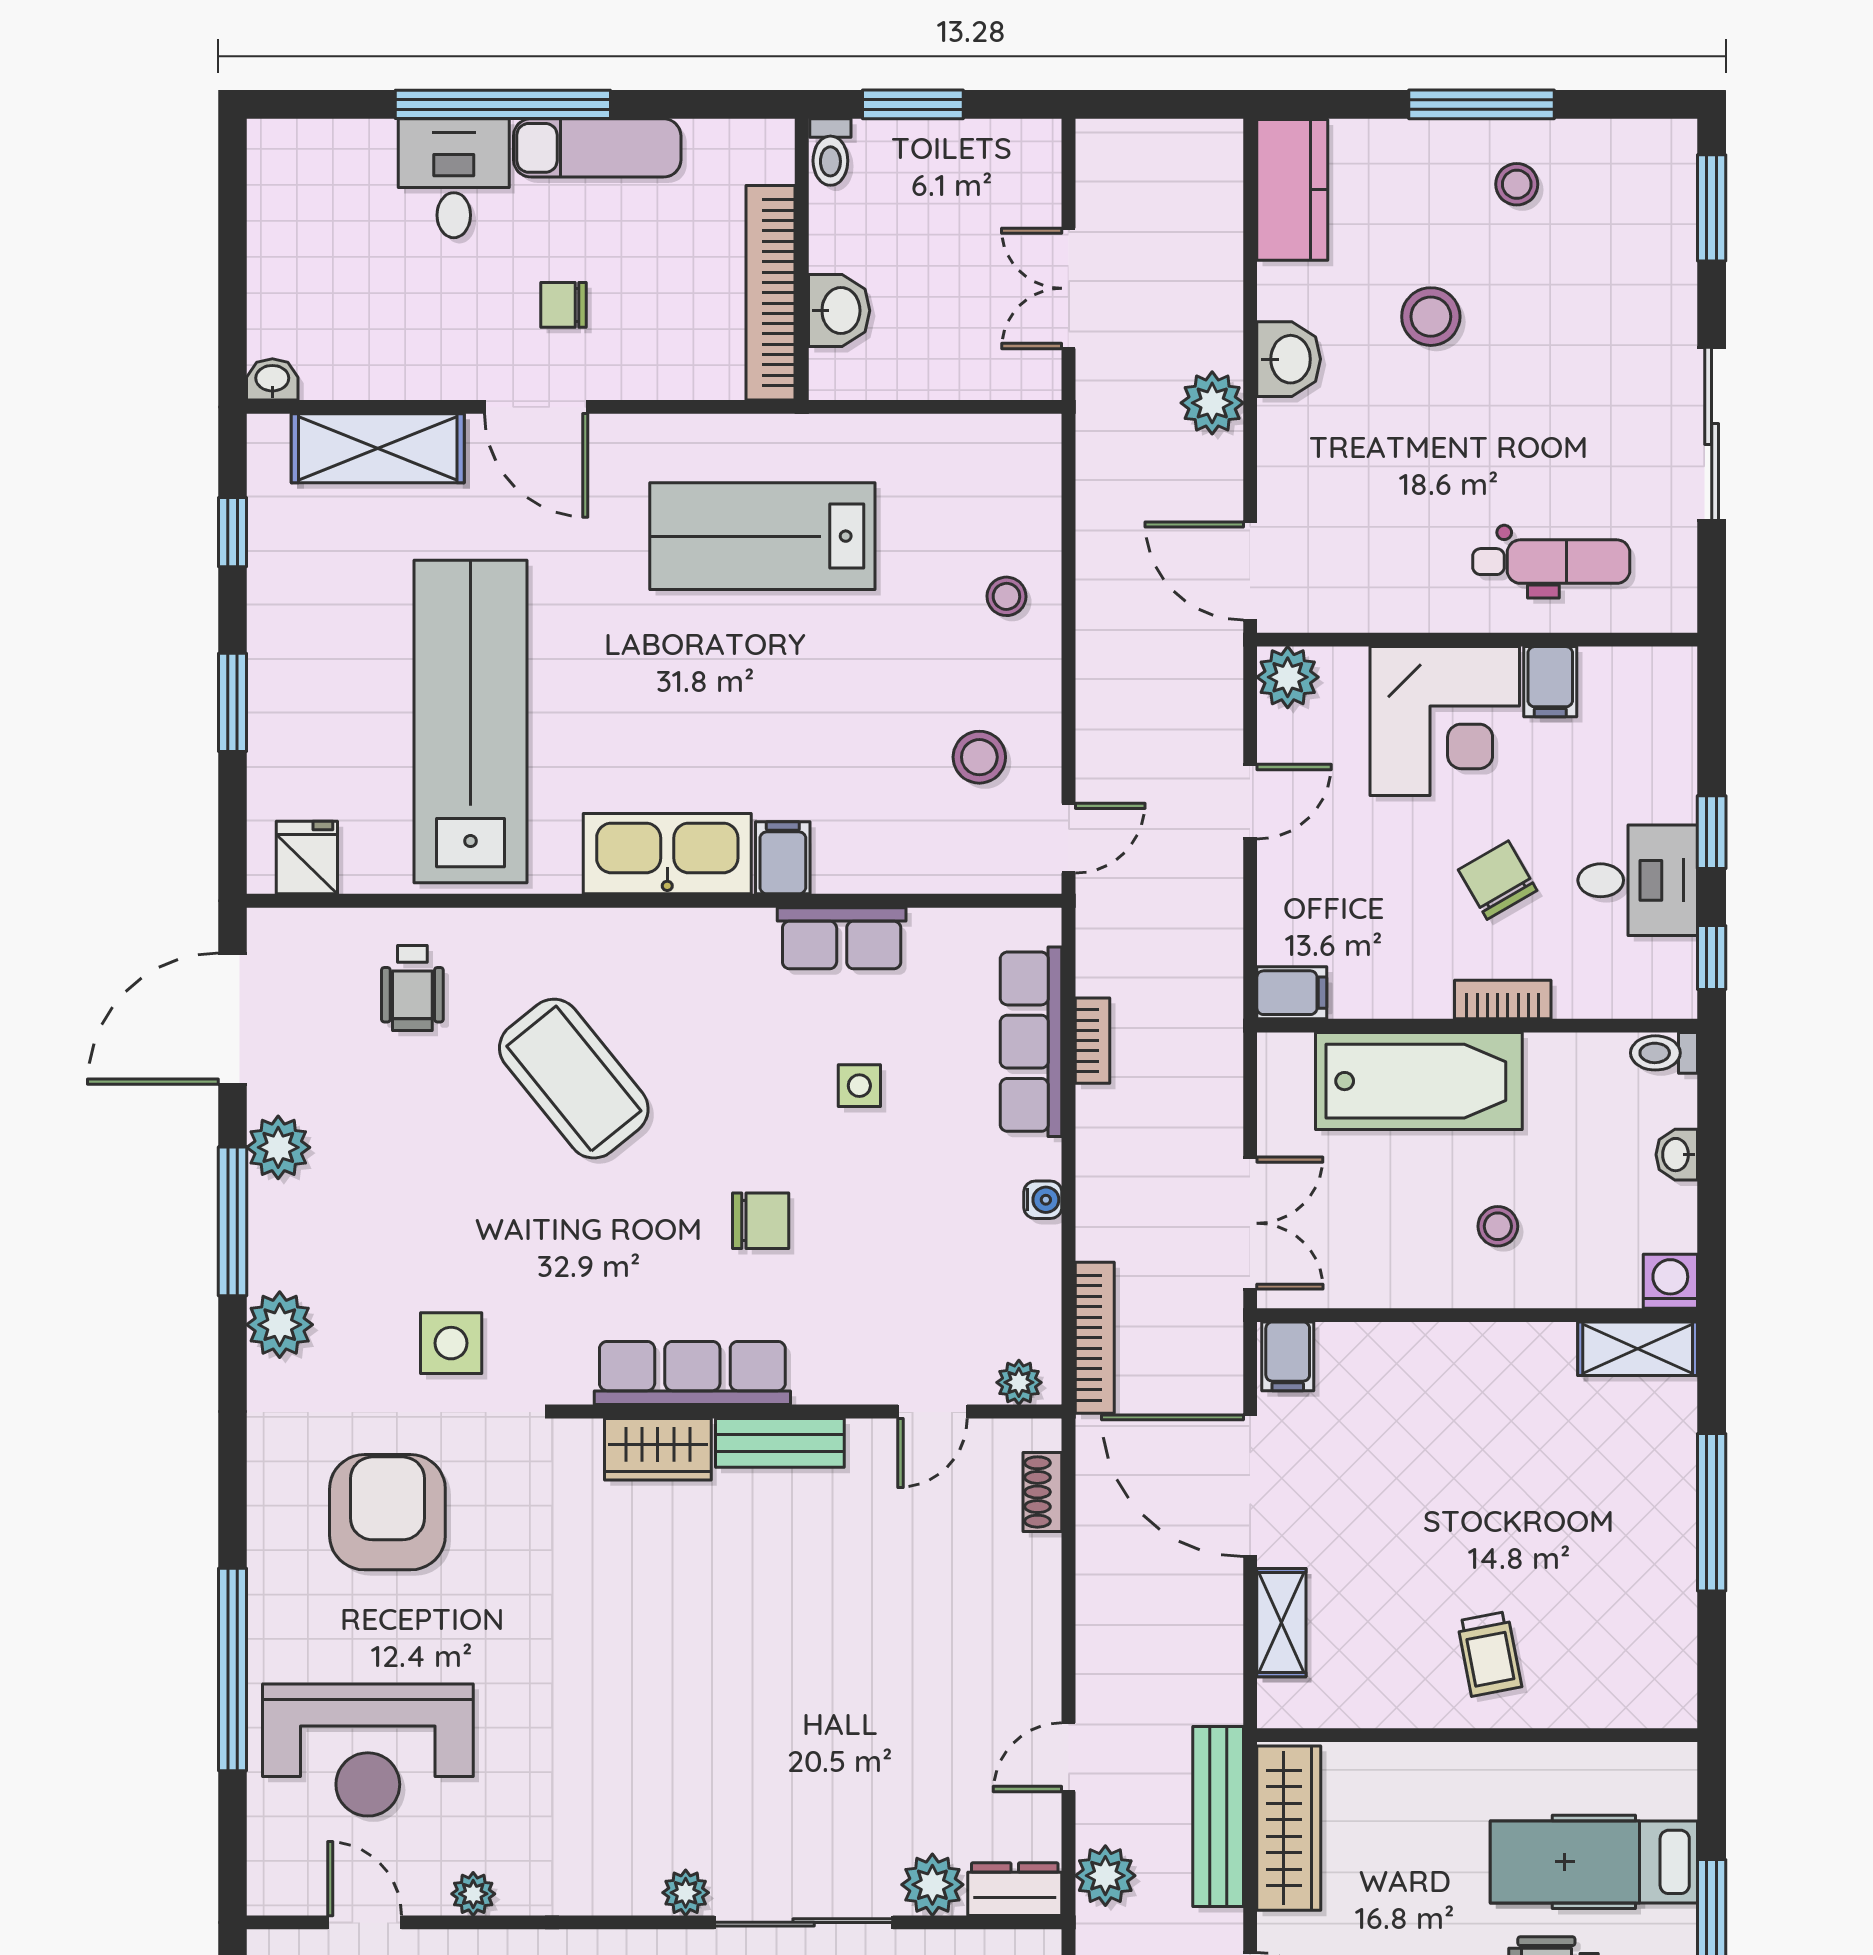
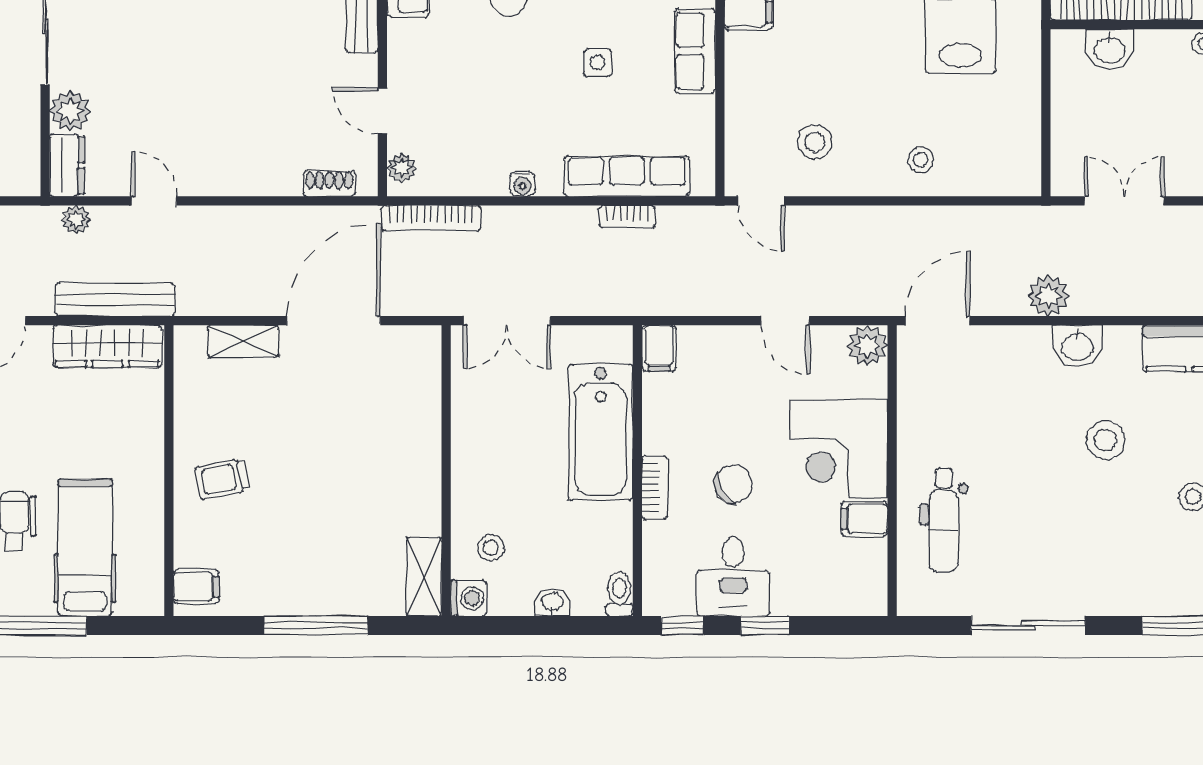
stool: (1498, 1226) -> (491, 548), moved
filing cabinet: (1288, 1356) -> (196, 587), moved, turned 180
plant: (1105, 1876) -> (76, 220), width x0.73, depth x0.73

